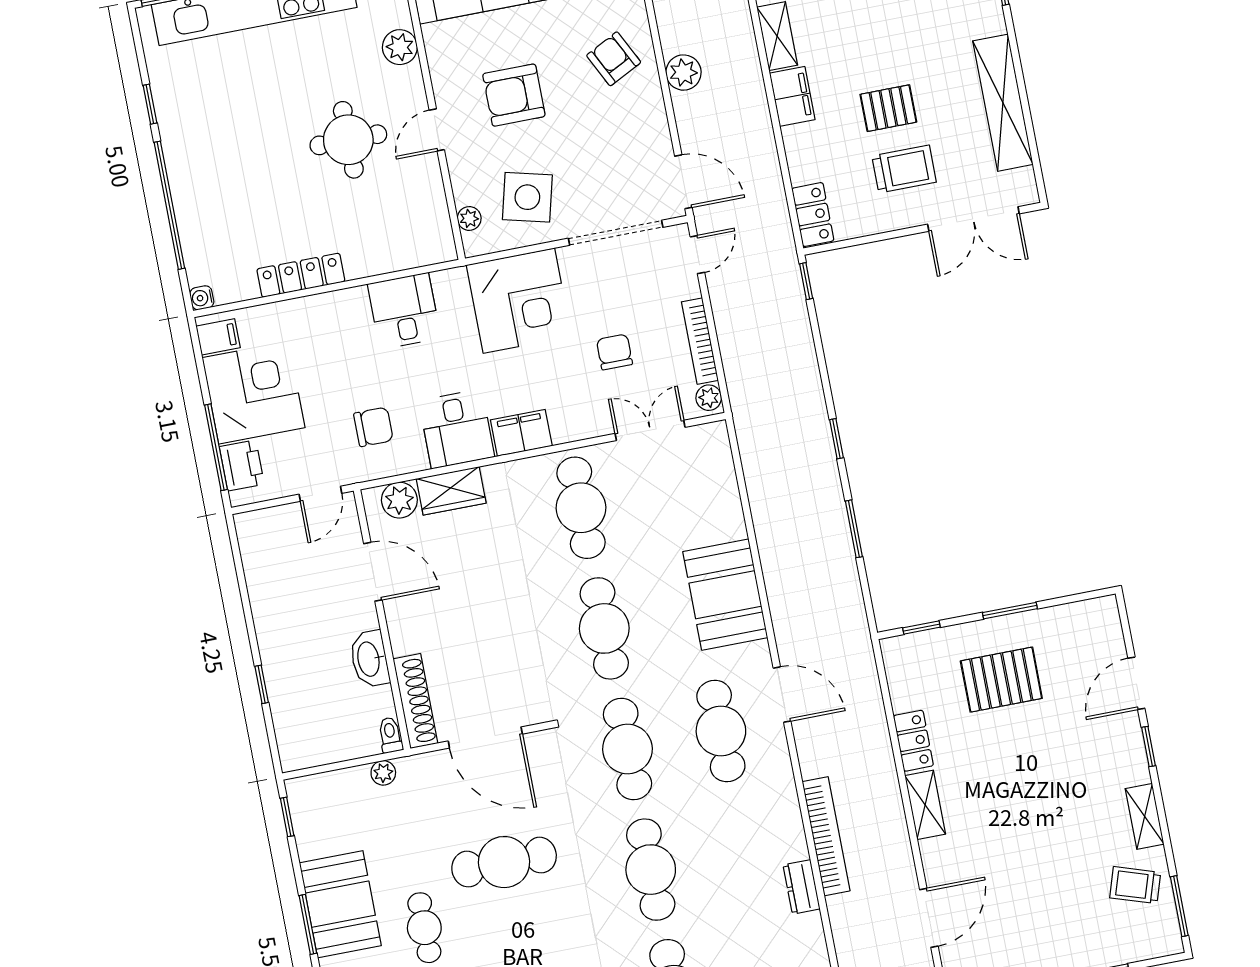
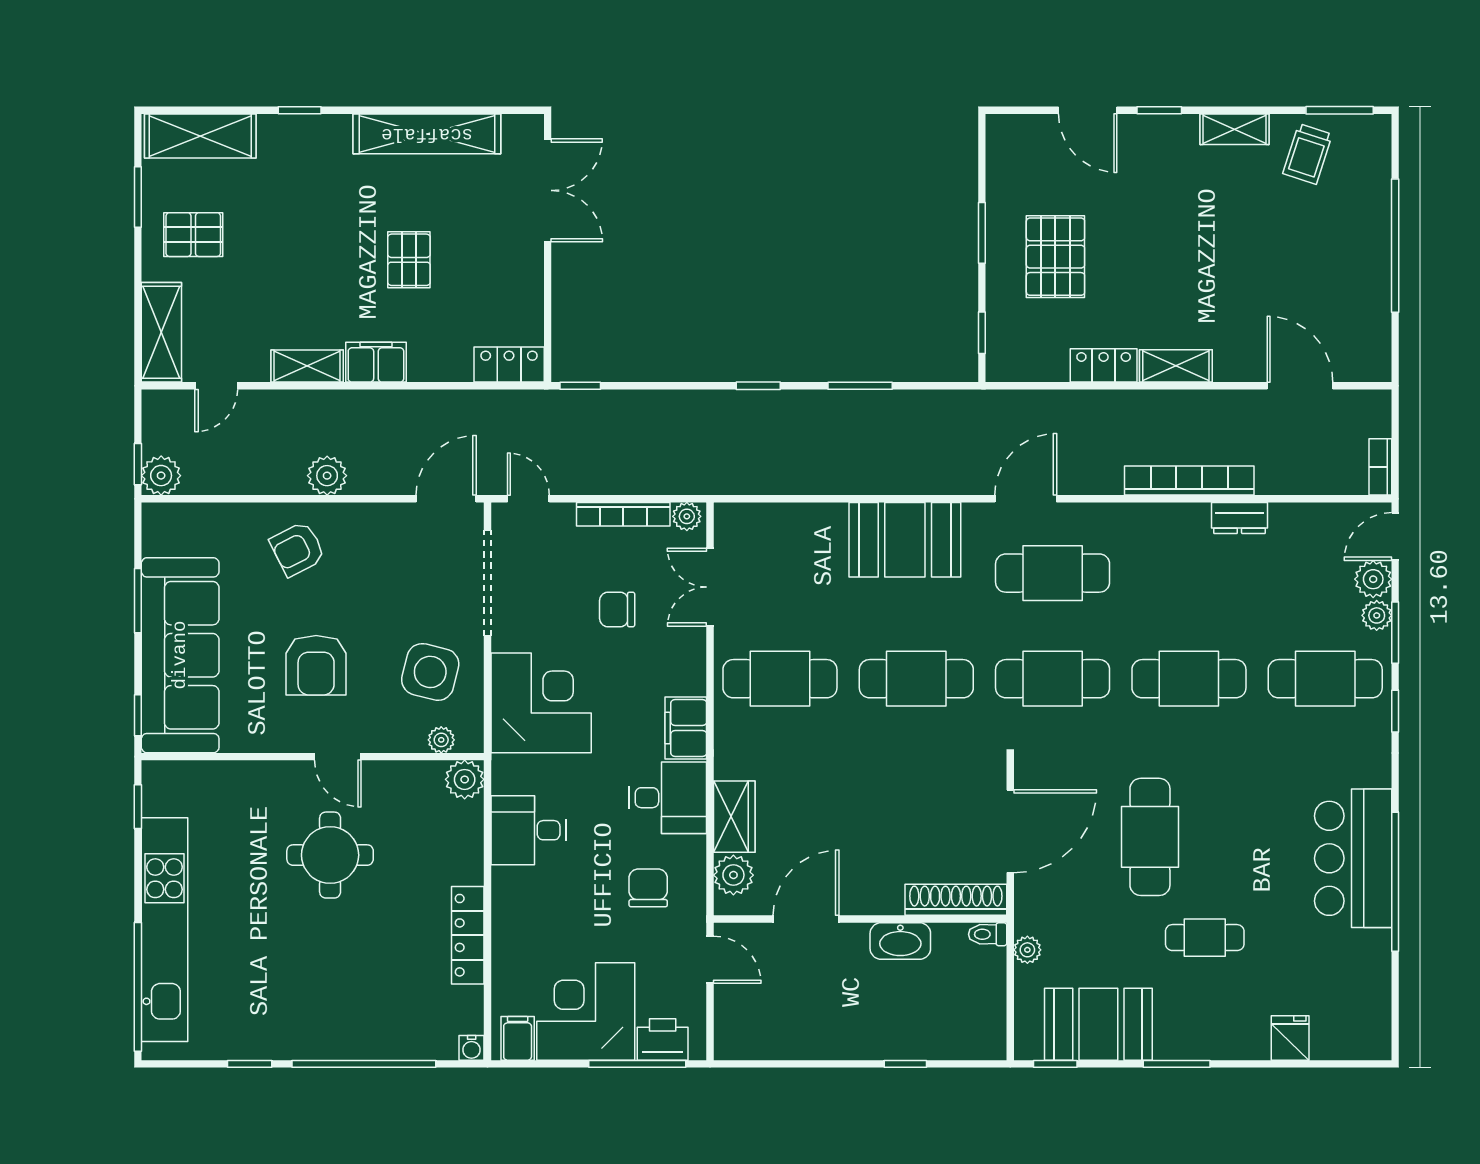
plant: (400, 47) -> (465, 779), moved
trolley: (904, 169) -> (479, 255), removed
booth: (340, 904) -> (1098, 1024), moved

